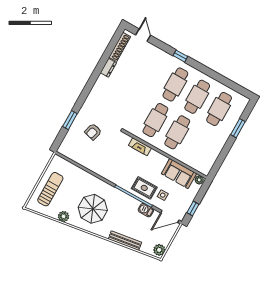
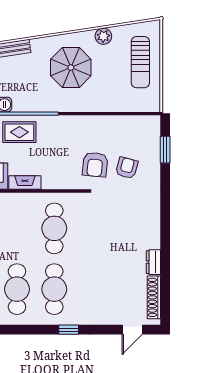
door: (143, 35) -> (132, 330), hinge flipped
window: (70, 120) -> (165, 150), moved
cafe table: (177, 132) -> (17, 228), removed
armchair: (111, 144) -> (95, 165), added
fireplace: (140, 147) -> (25, 183), moved

